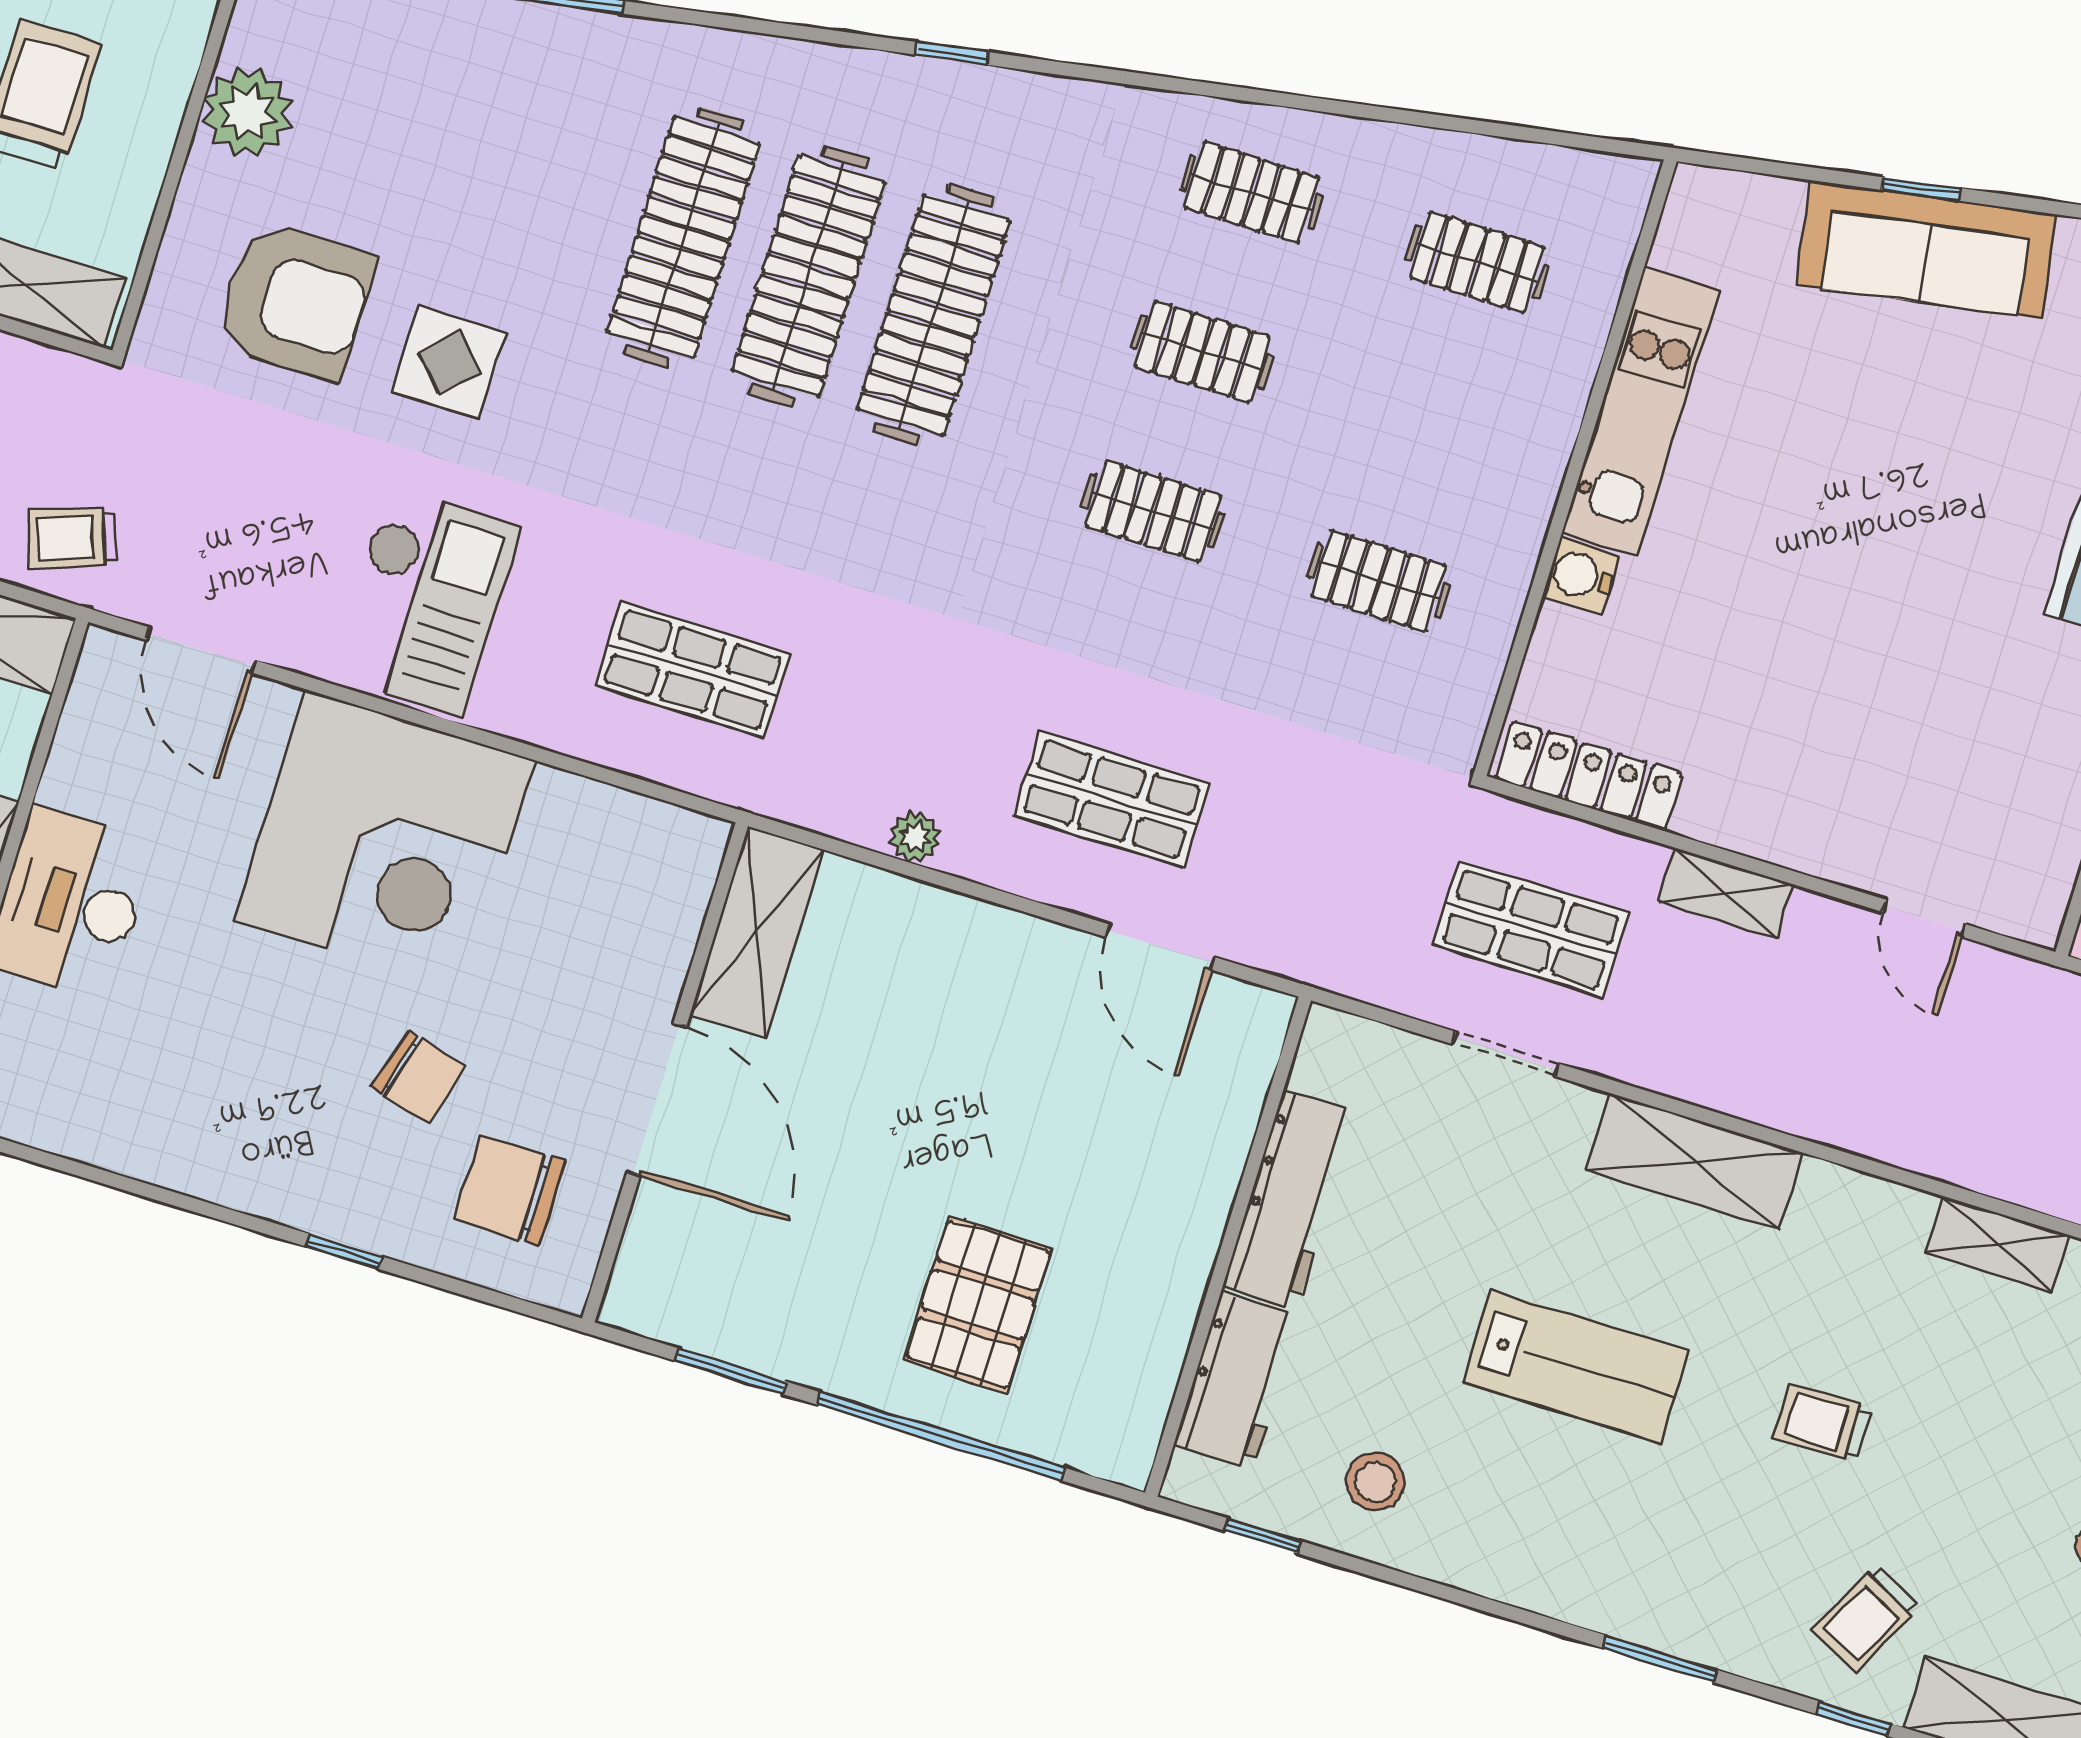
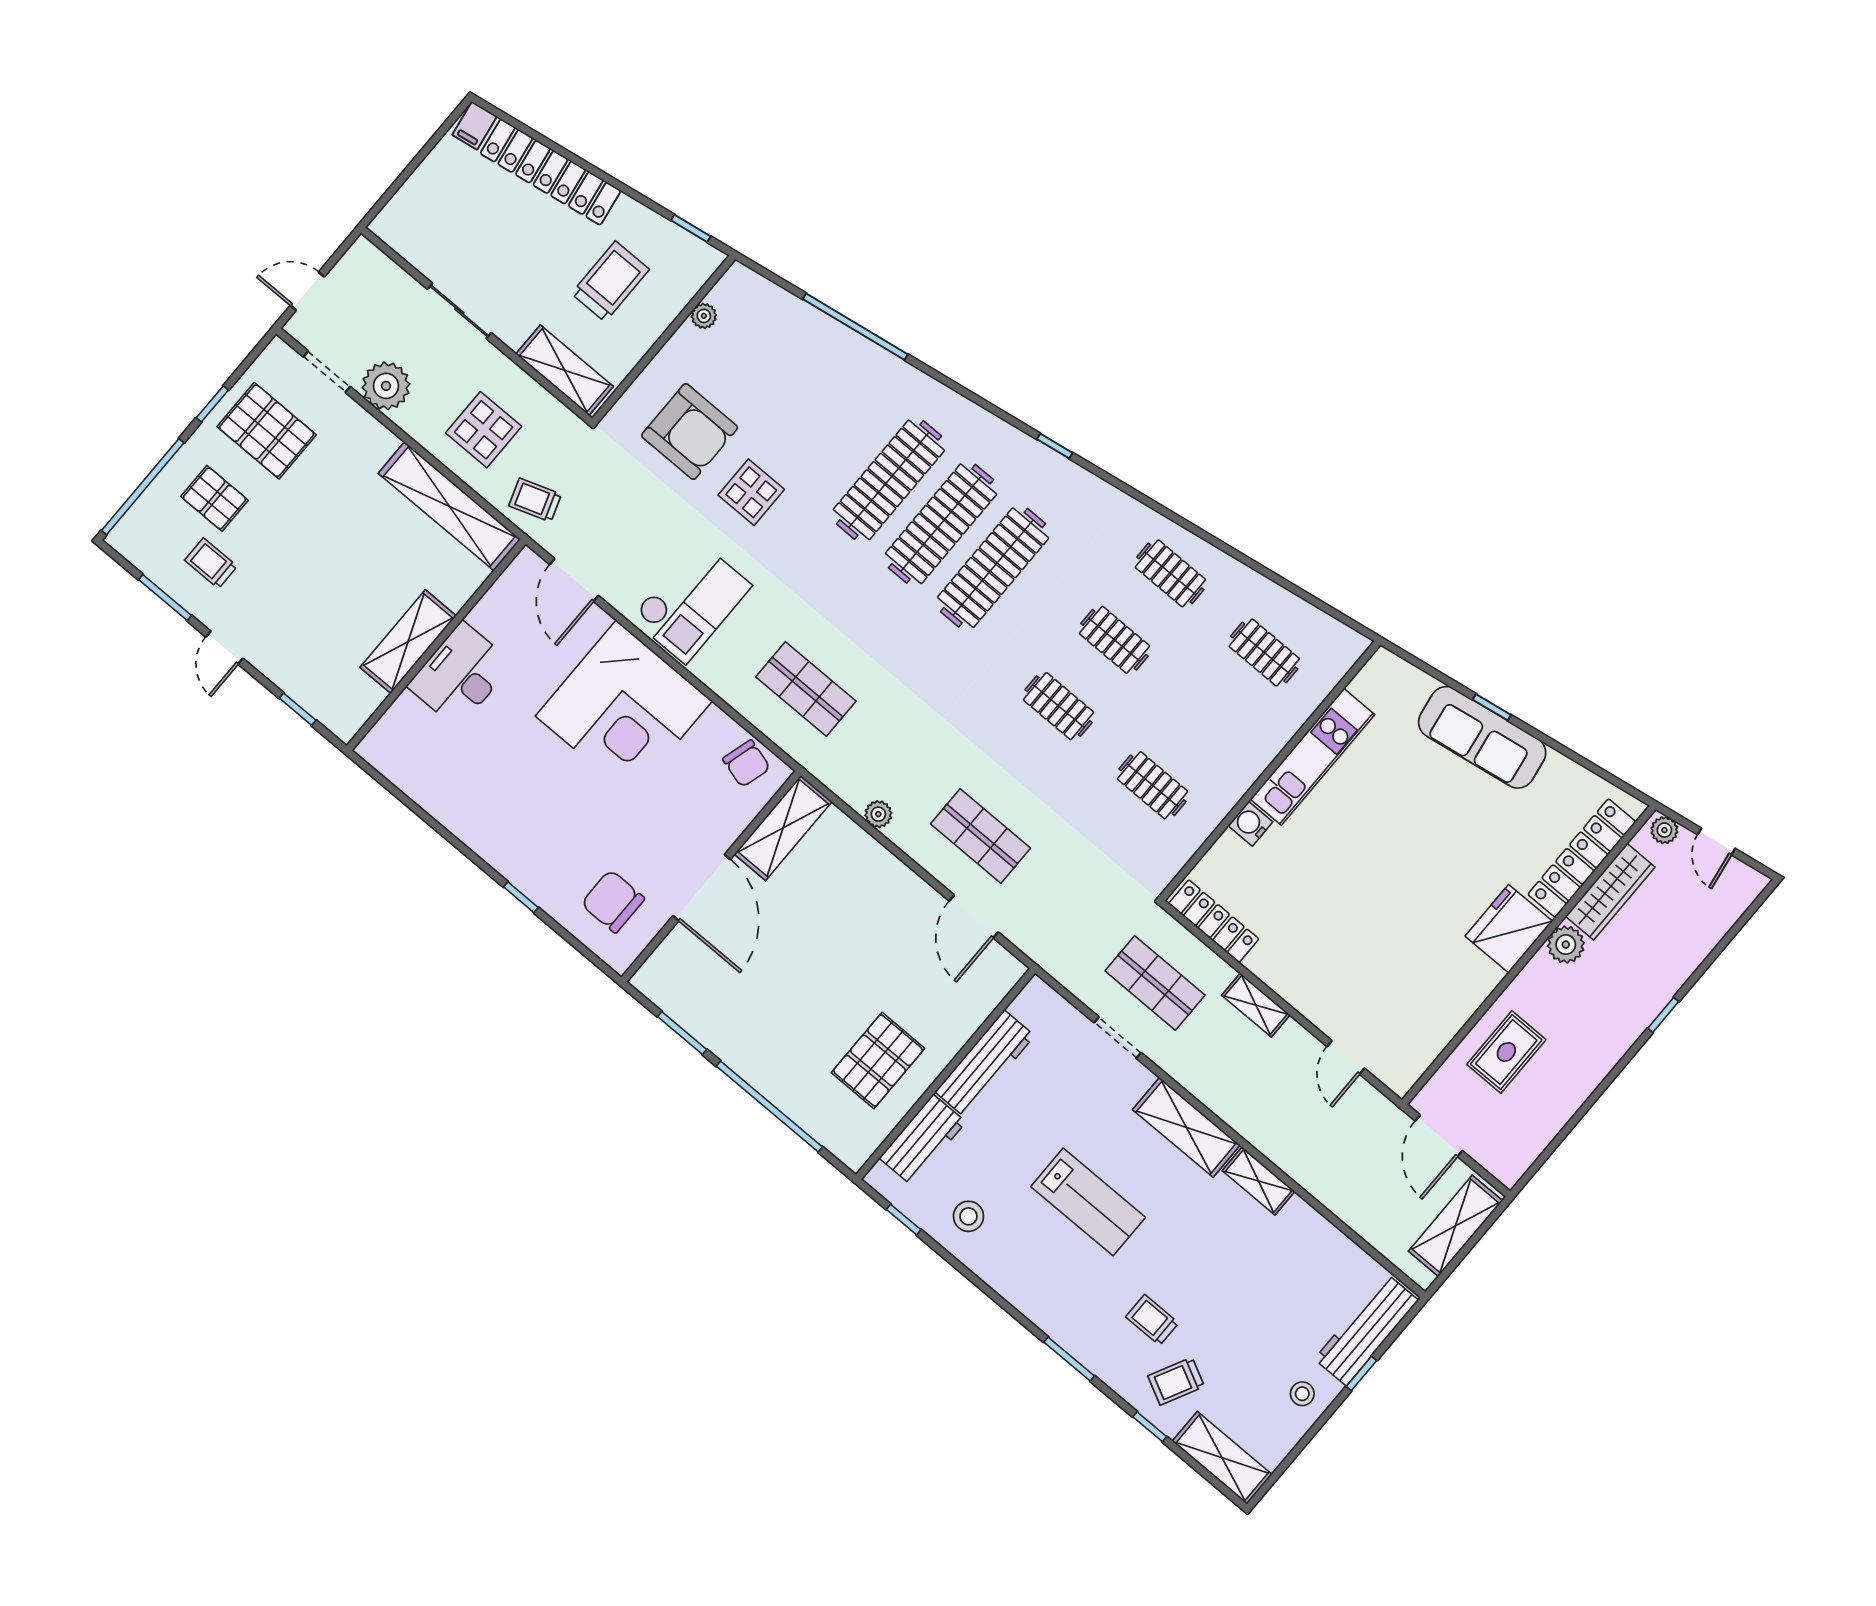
plant: (247, 112) -> (704, 316), width x0.53, depth x0.53
chair: (418, 1077) -> (746, 763), moved
shelving: (1998, 1244) -> (1259, 1181), moved
pallet: (978, 1304) -> (878, 1060), moved
trolley: (1822, 1423) -> (1152, 1320), moved

